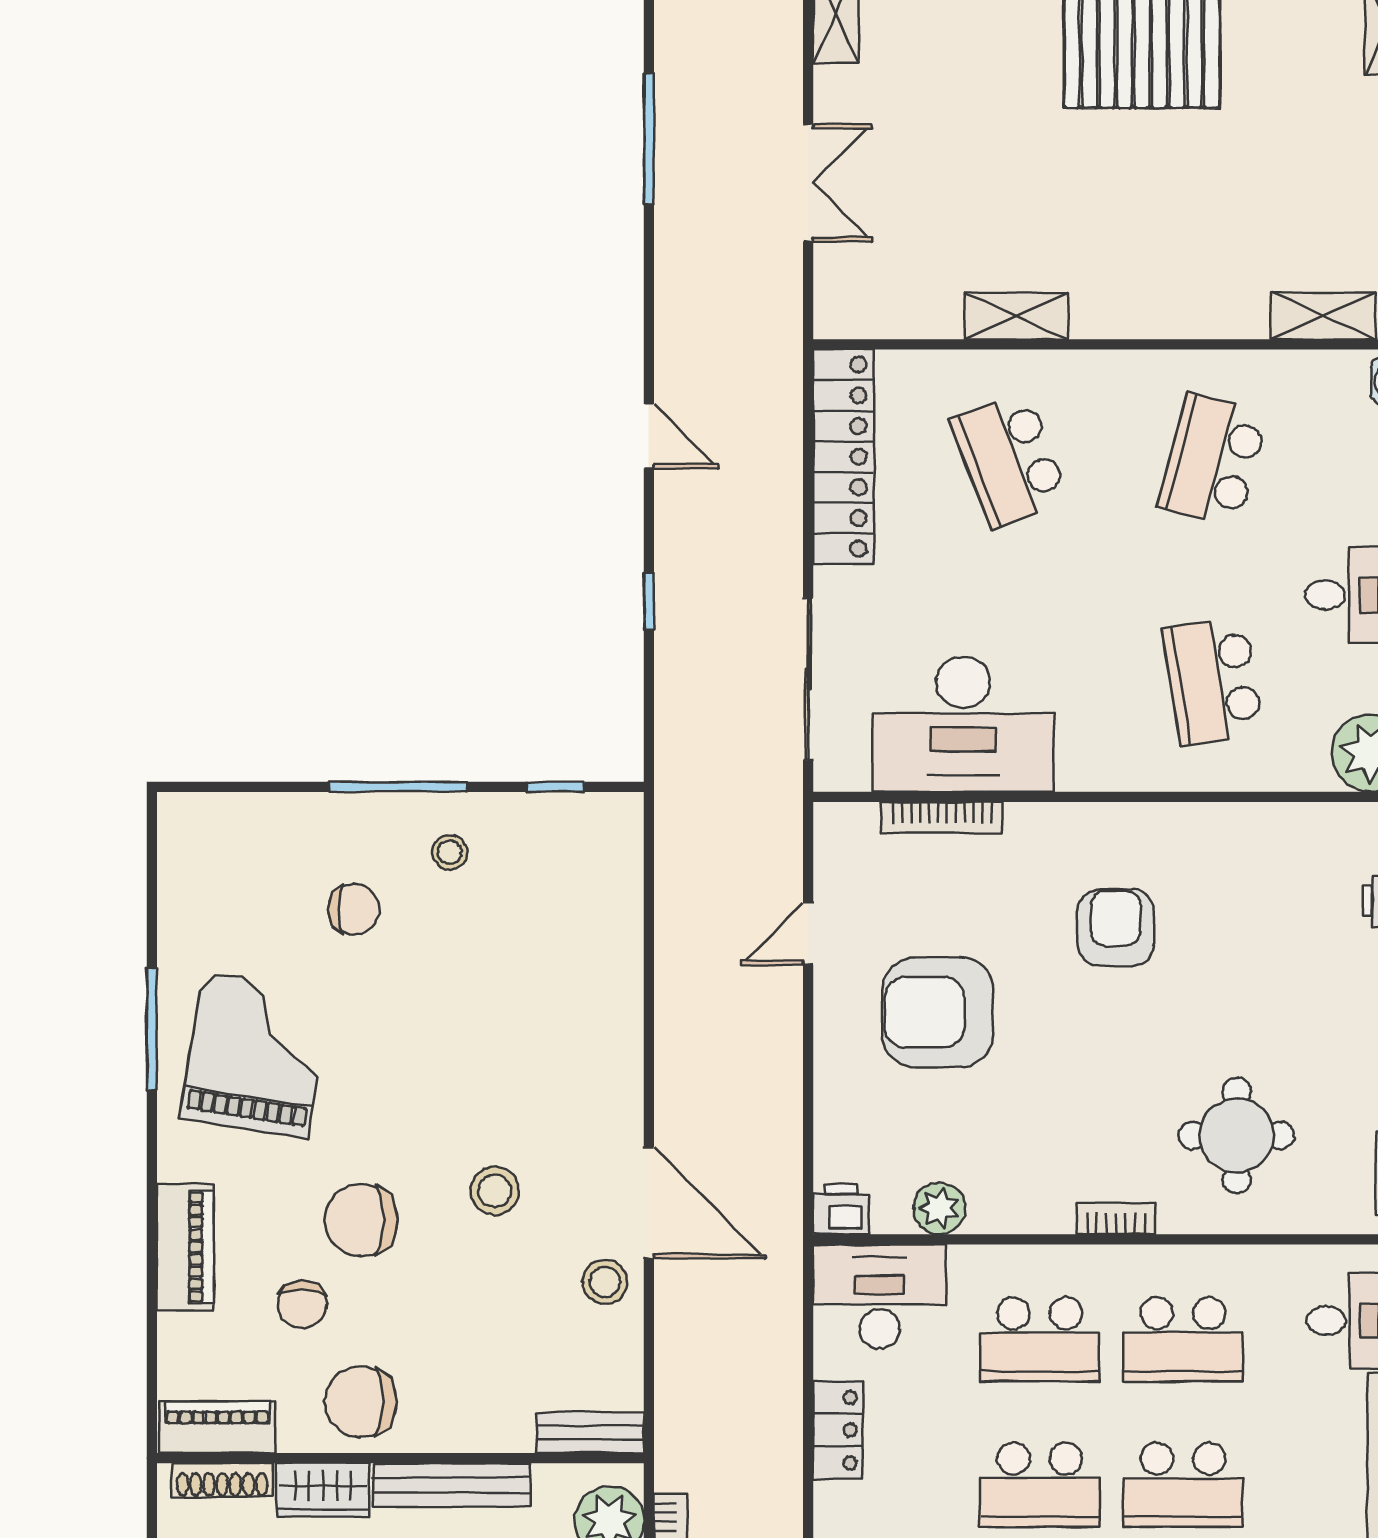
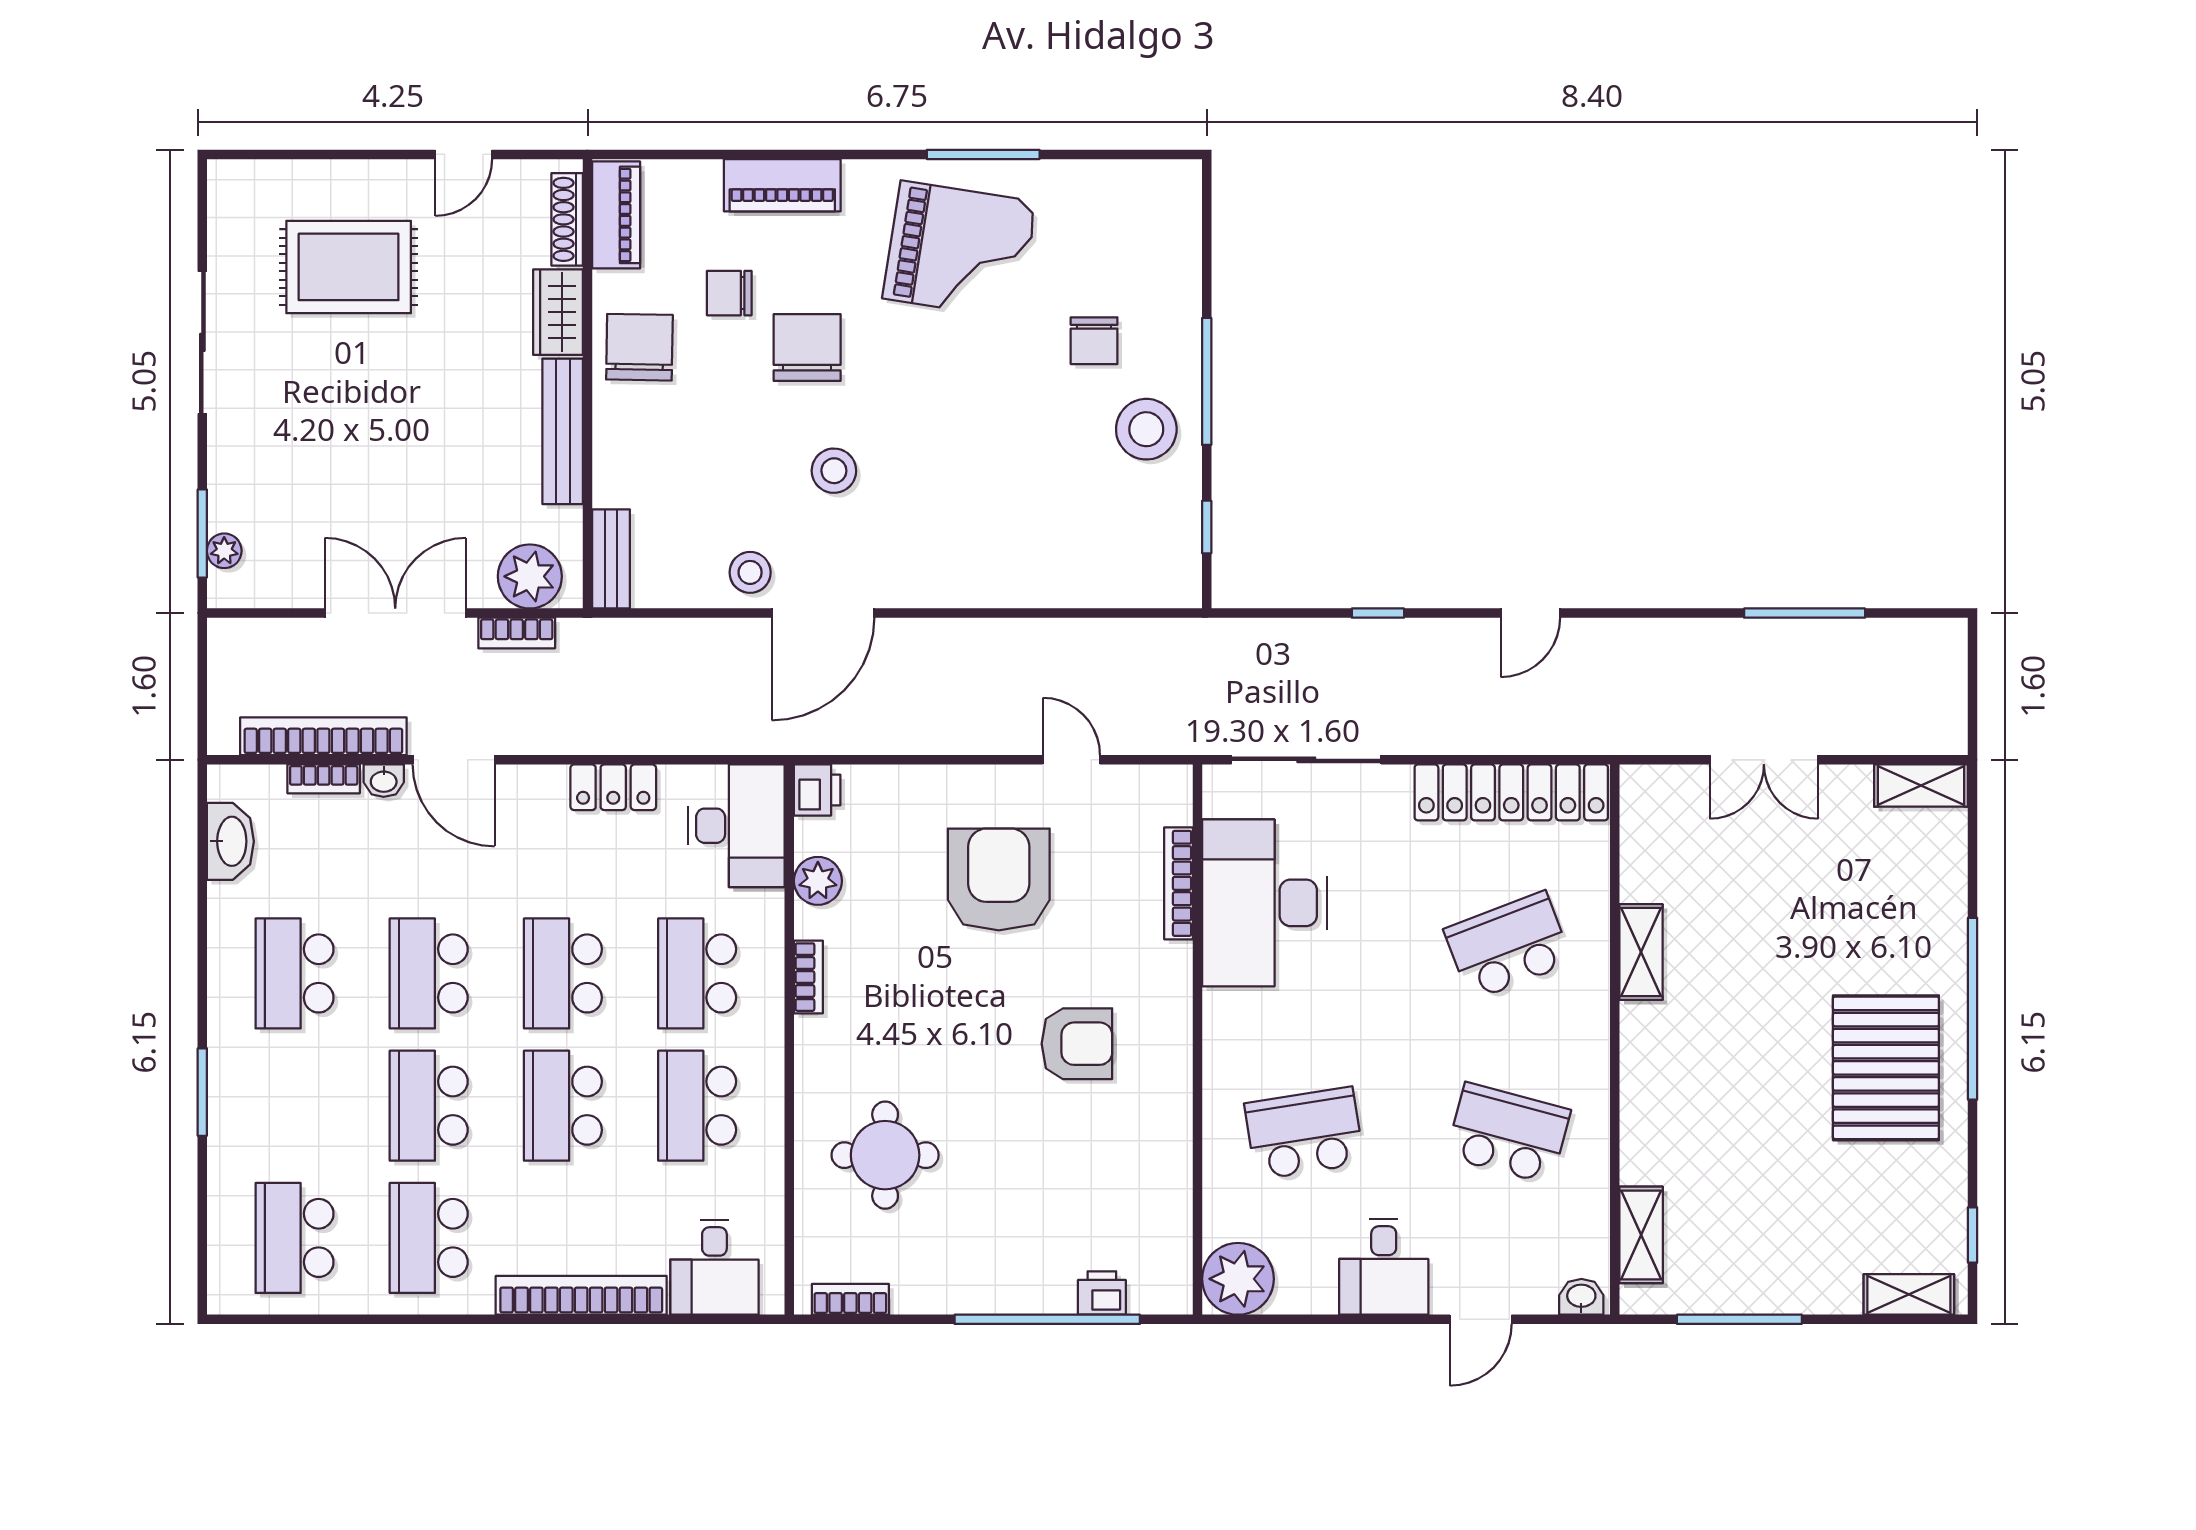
stool: (450, 852) -> (1146, 429), width x1.89, depth x1.89
bookcase: (1116, 1219) -> (808, 977), moved

